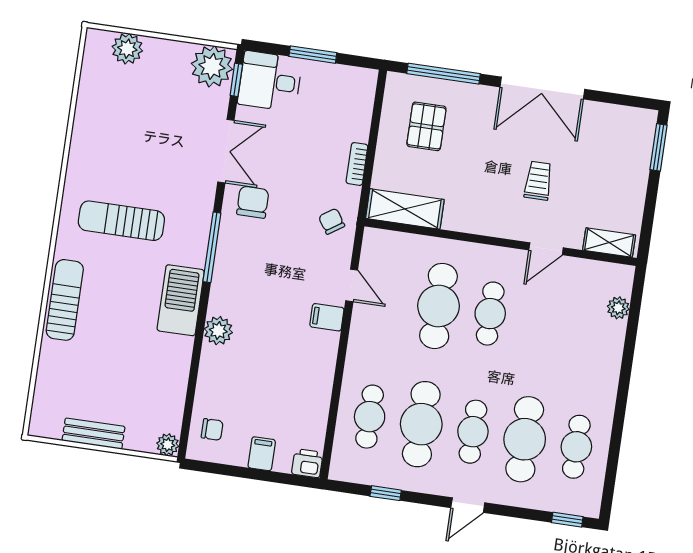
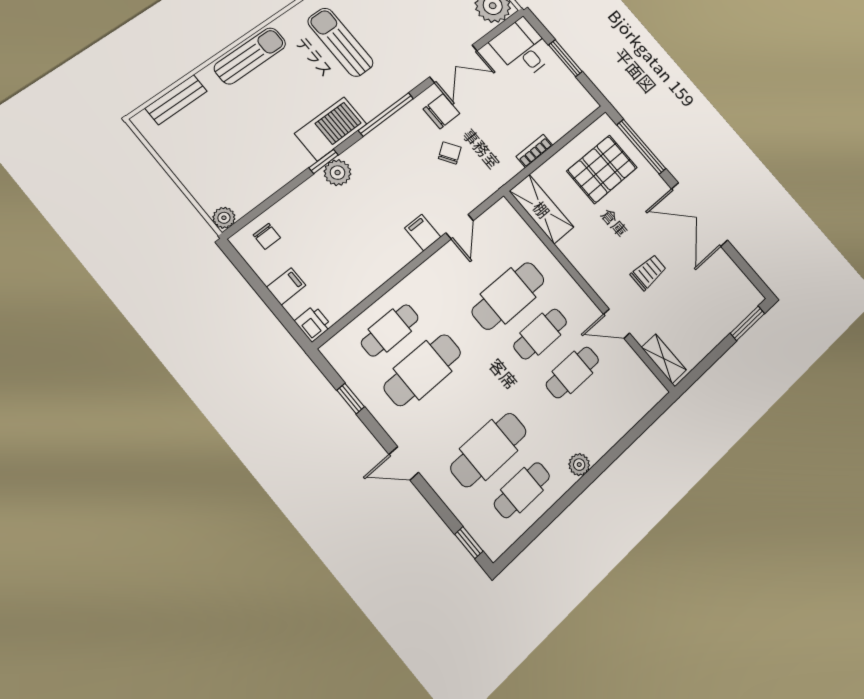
window: (236, 80) -> (324, 161), moved
pallet: (426, 126) -> (602, 169), width x1.50, depth x1.42
chair: (332, 221) -> (450, 153), moved
plant: (618, 308) -> (579, 465), moved
cafe table: (473, 432) -> (572, 372), moved
bench: (94, 434) -> (176, 100), moved, turned 90

